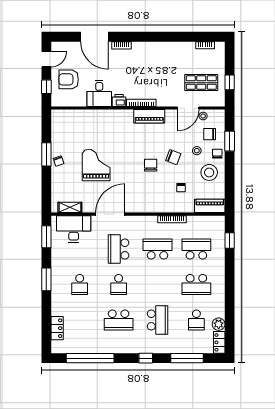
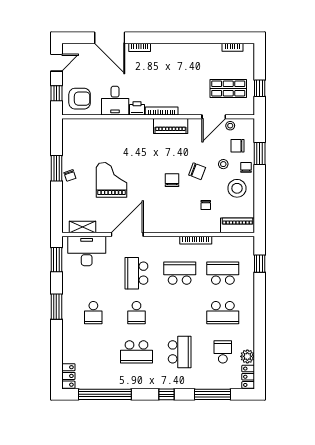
armchair: (69, 79) -> (80, 99), moved, turned 180
school desk: (196, 320) -> (223, 352), turned 180
locker: (57, 328) -> (68, 376), moved

